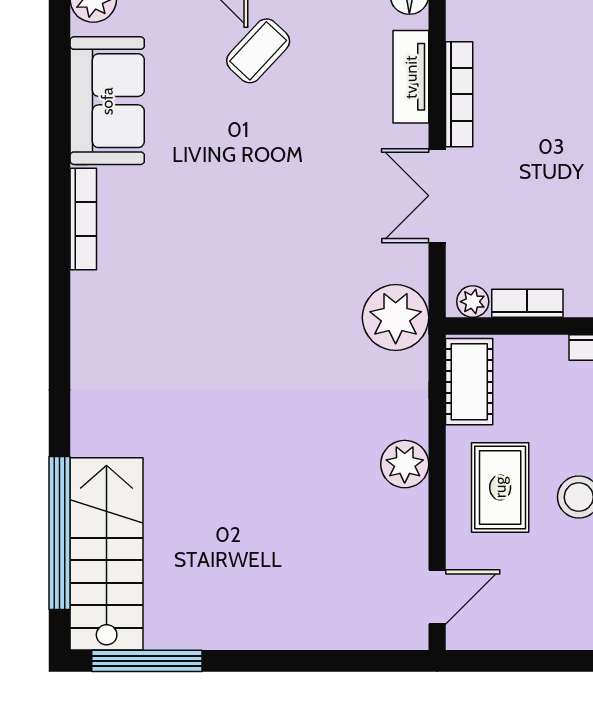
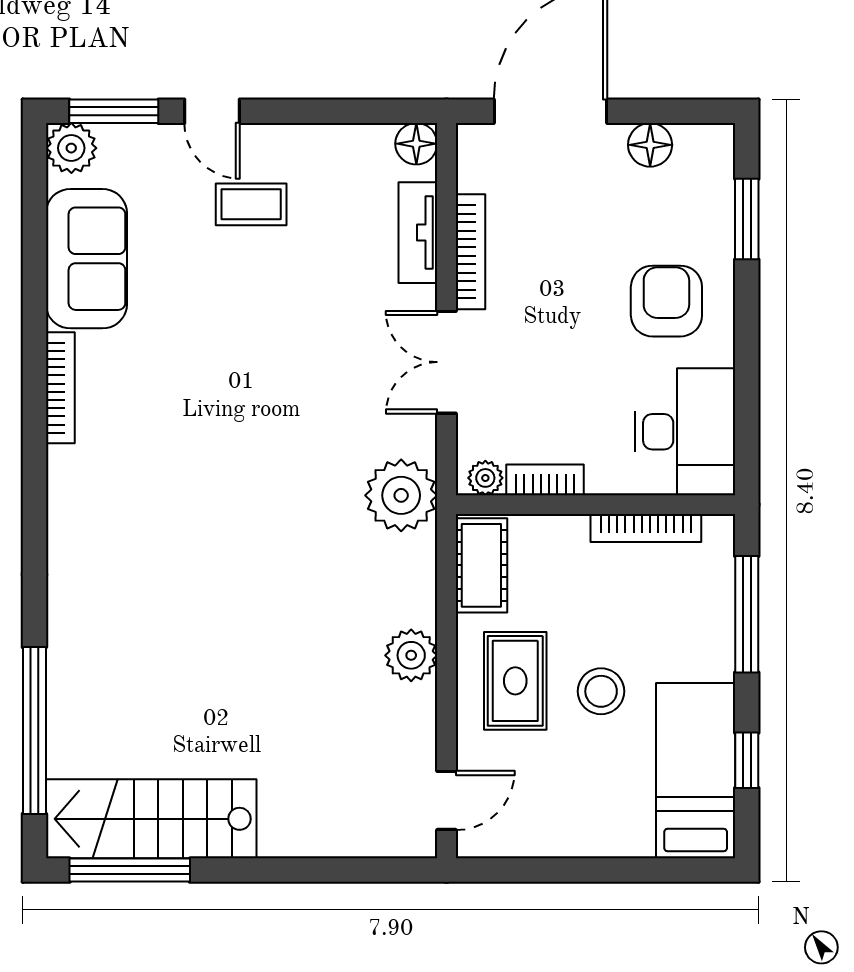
coffee table: (258, 51) -> (251, 204), turned 47
stairs: (107, 554) -> (151, 819), moved, turned -90

